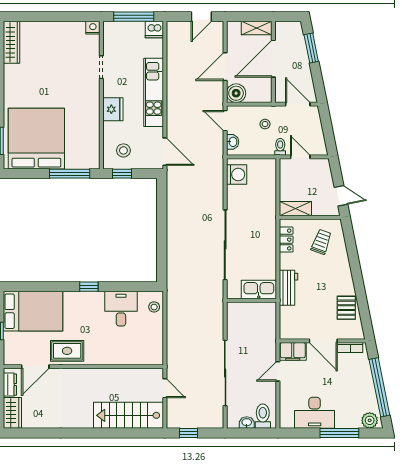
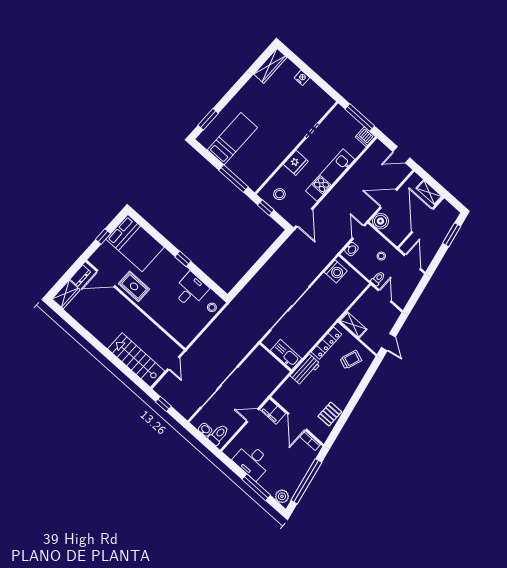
nightstand: (93, 28) -> (302, 78), moved
door: (273, 59) -> (423, 220), hinge flipped
bed: (36, 139) -> (232, 139), width x0.49
locker: (286, 240) -> (327, 343), width x1.53

